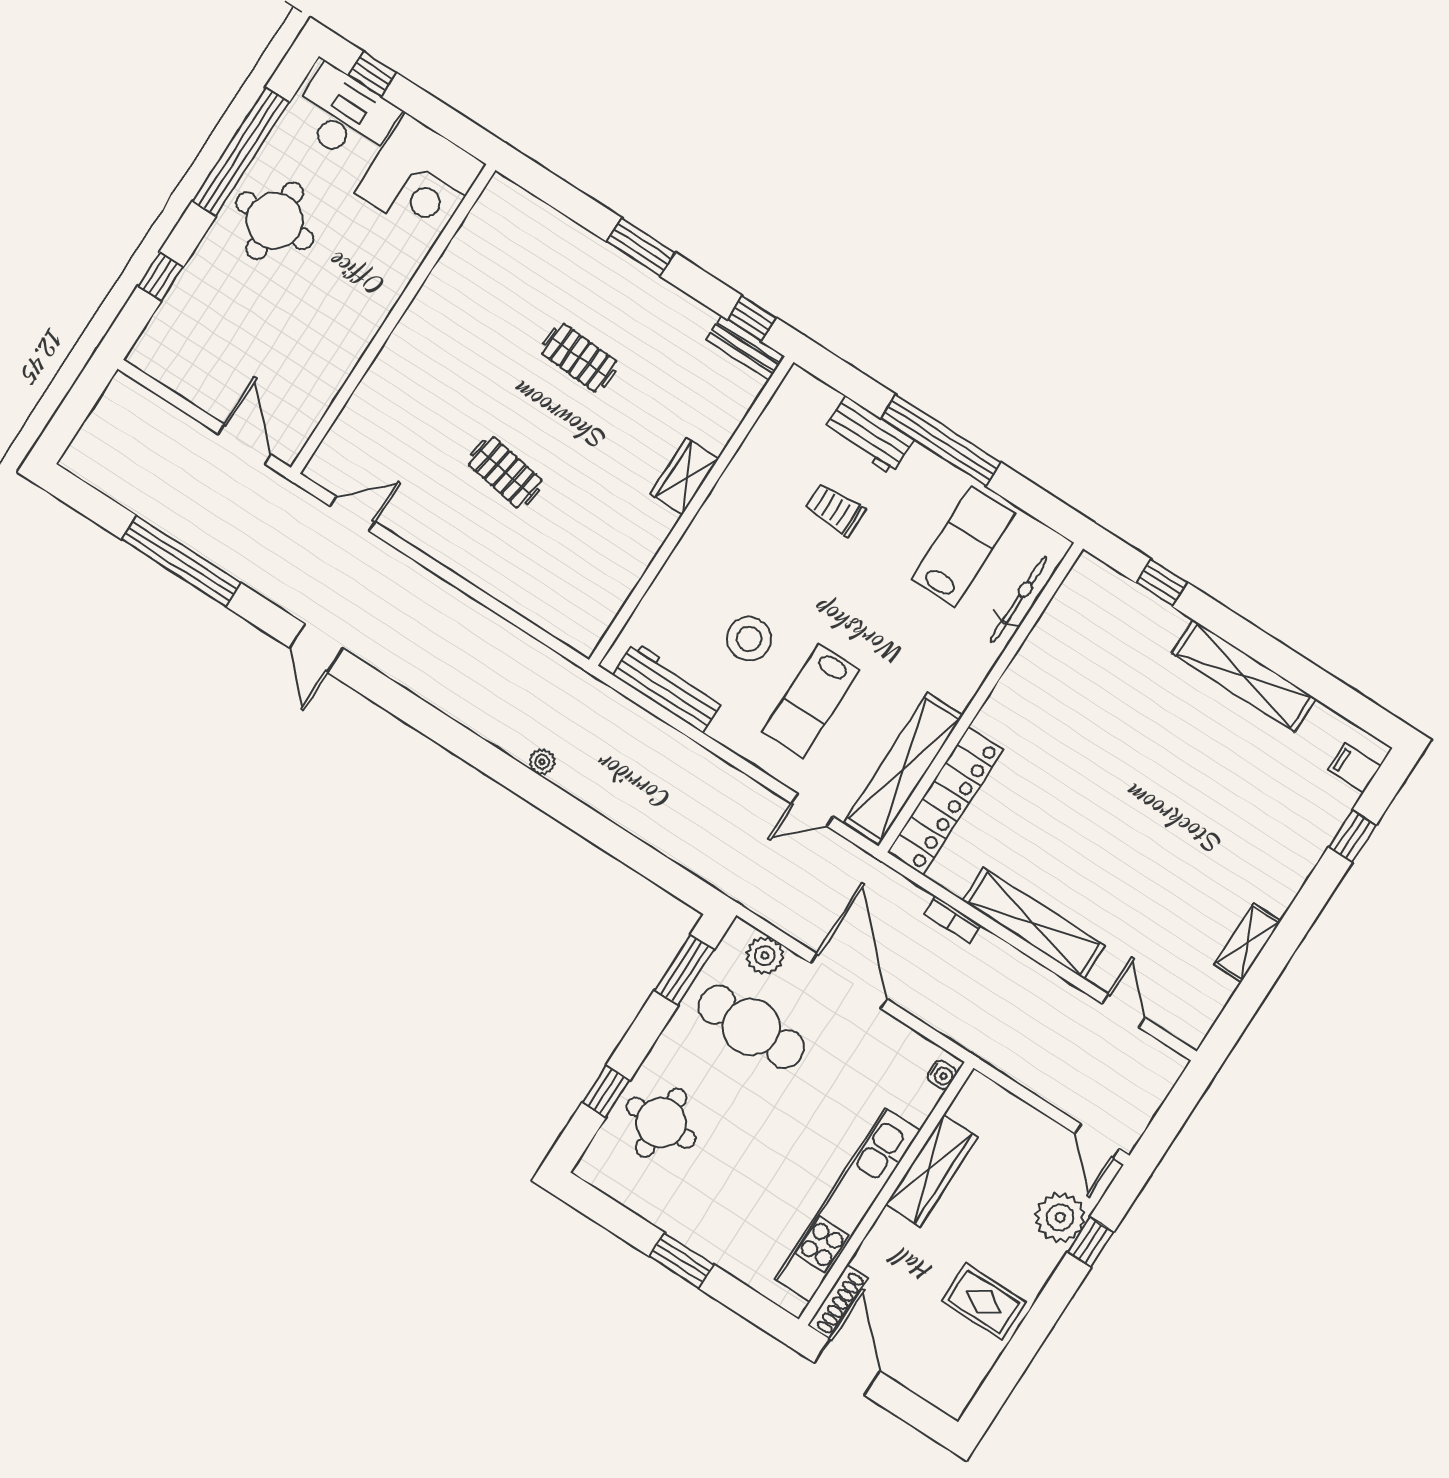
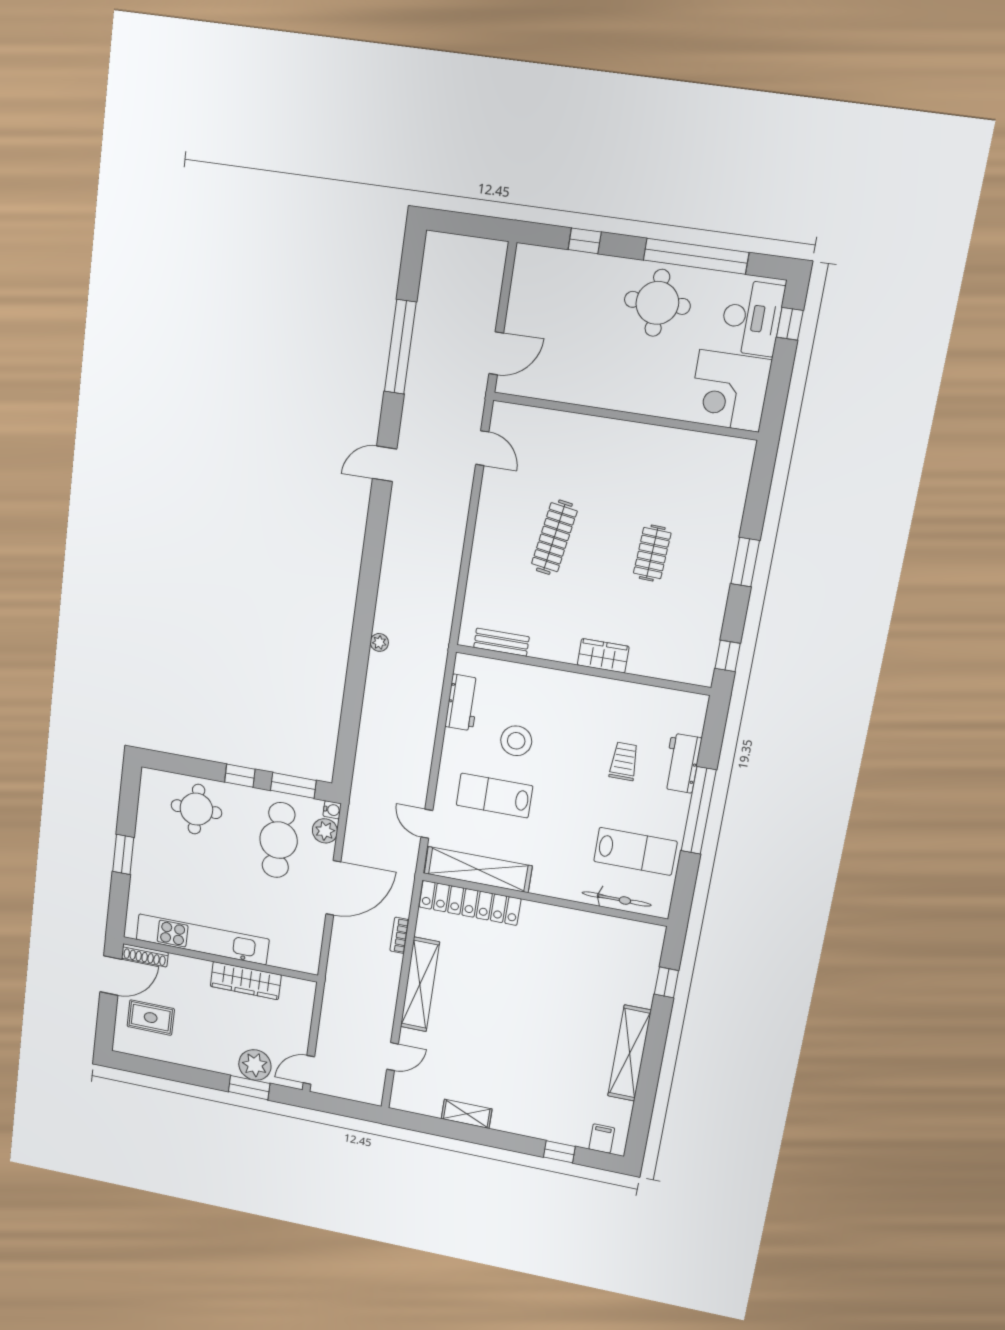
bench: (745, 348) -> (501, 642), moved, turned 90
clothes rail: (505, 472) -> (554, 537), width x1.36
workbench: (668, 687) -> (463, 703), width x0.73
water cooler: (942, 1075) -> (332, 810), moved, turned -90
window: (606, 1091) -> (240, 776), moved
window: (1090, 1242) -> (249, 1088), width x1.50
rug: (984, 1302) -> (151, 1018), moved, turned 90

